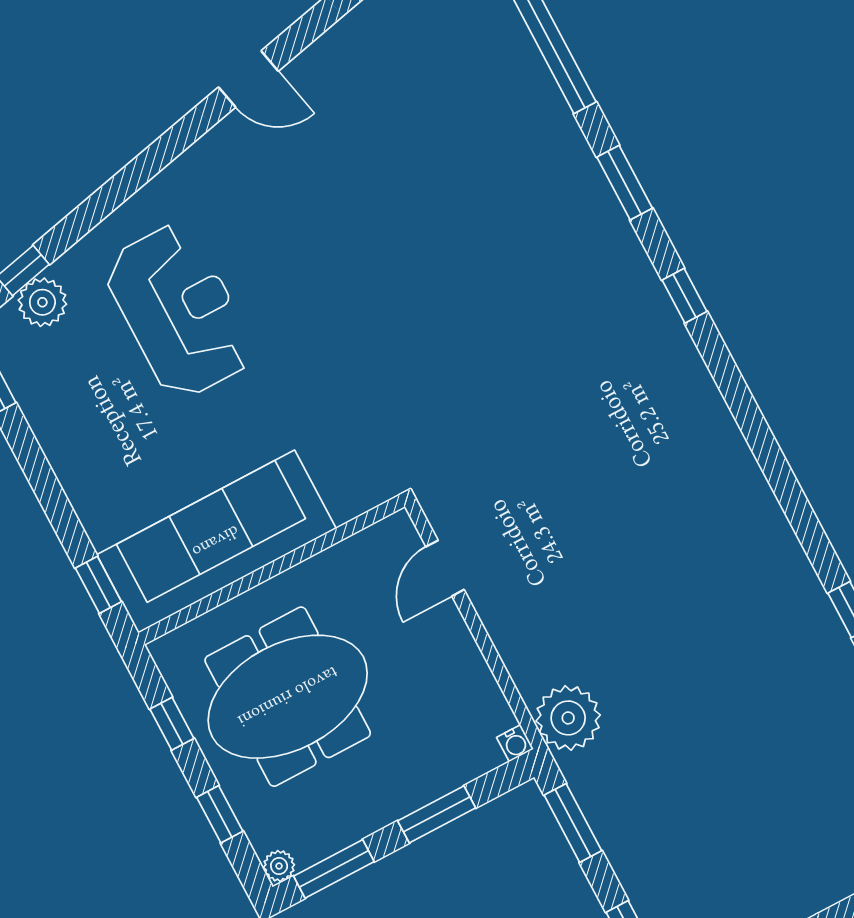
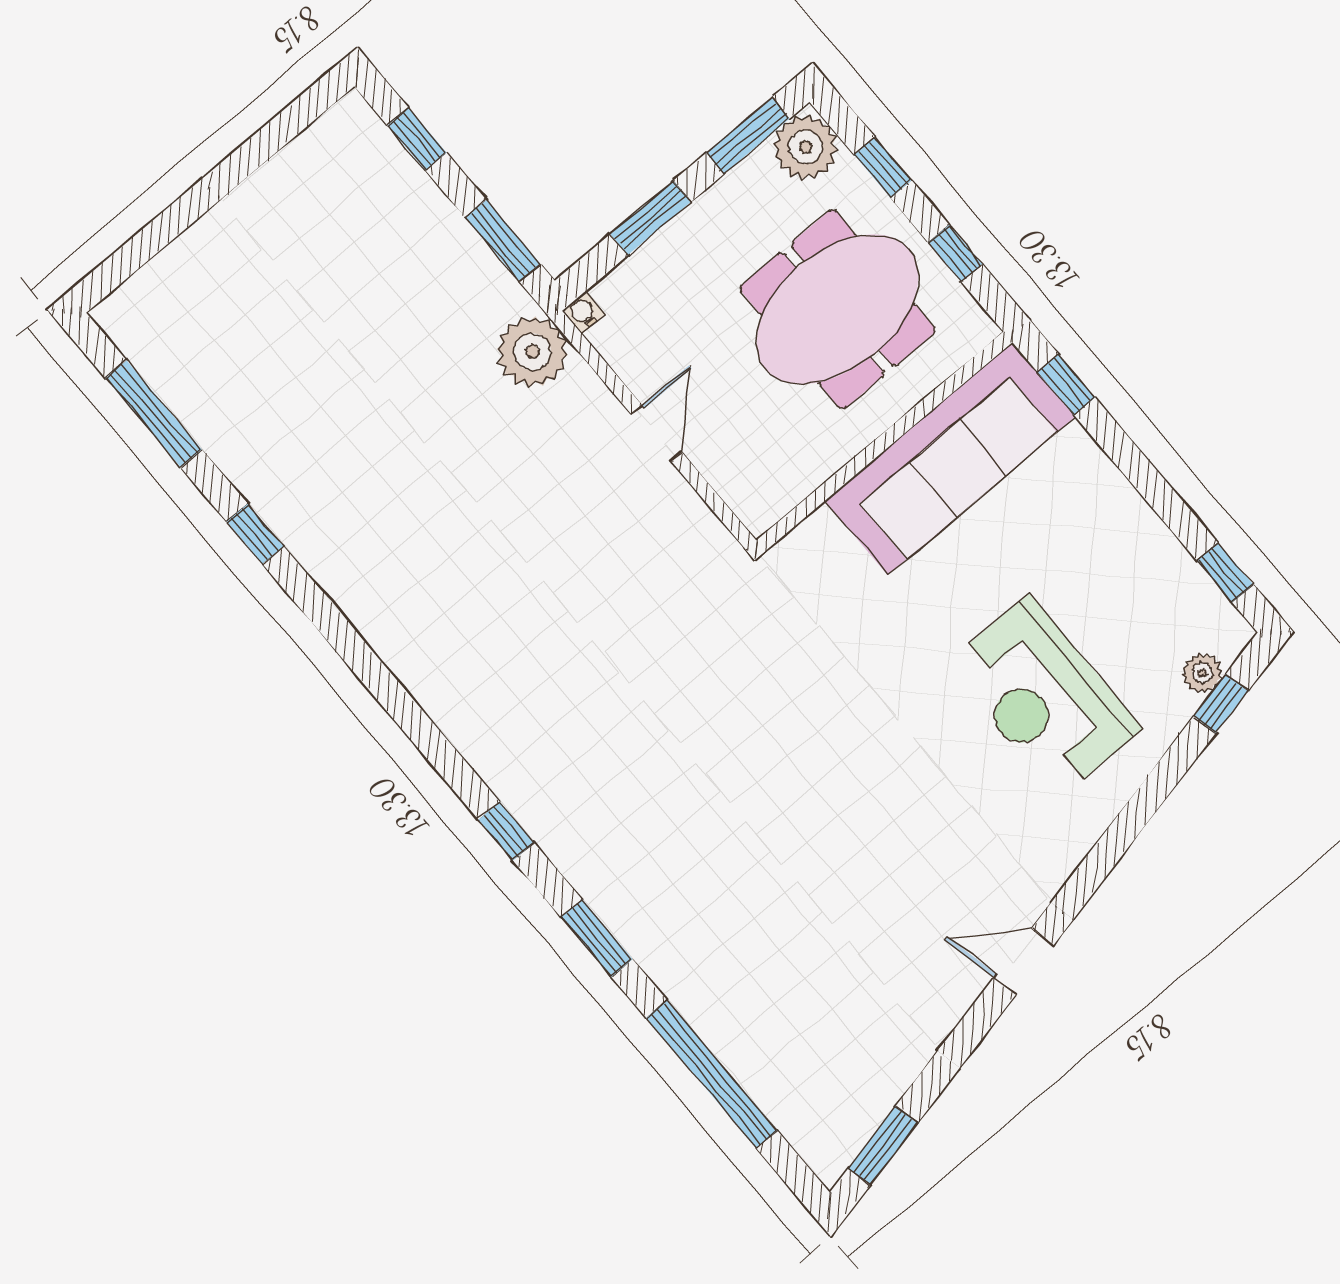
plant: (42, 302) -> (1202, 673), width x0.73, depth x0.73
door: (445, 568) -> (657, 433), moved
plant: (279, 866) -> (805, 147), width x1.87, depth x1.87

